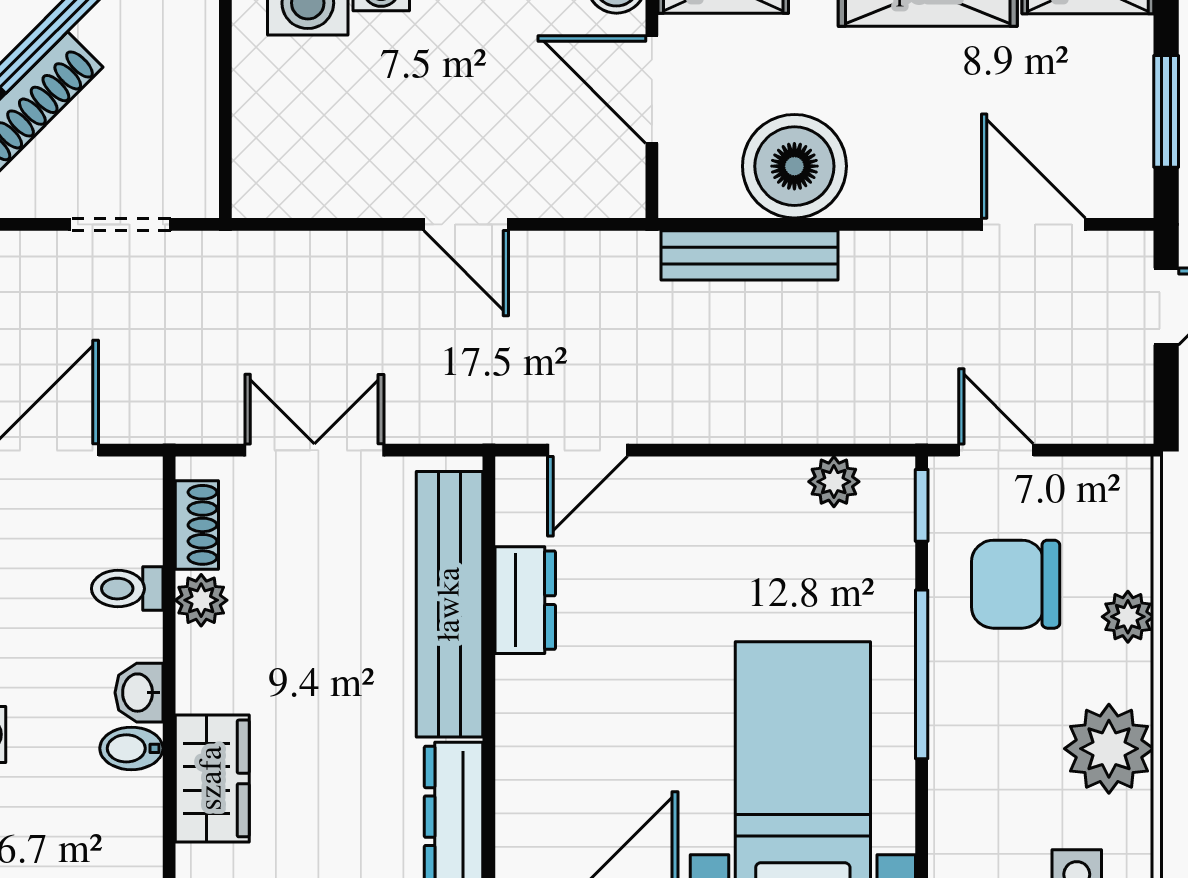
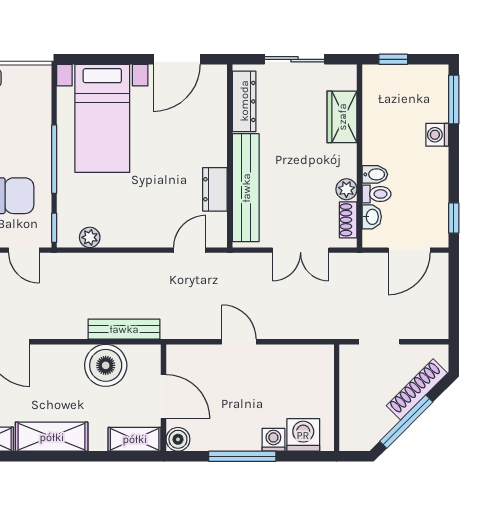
washbasin: (139, 693) -> (372, 217), moved
bidet: (131, 748) -> (375, 174), moved

